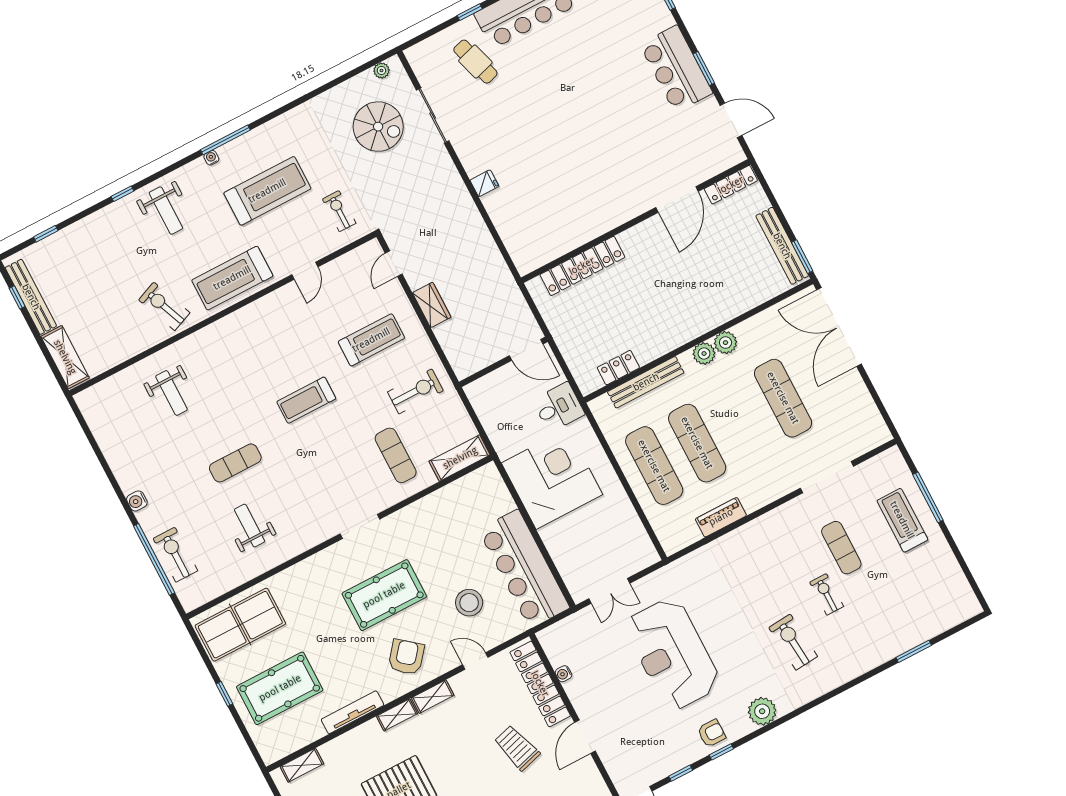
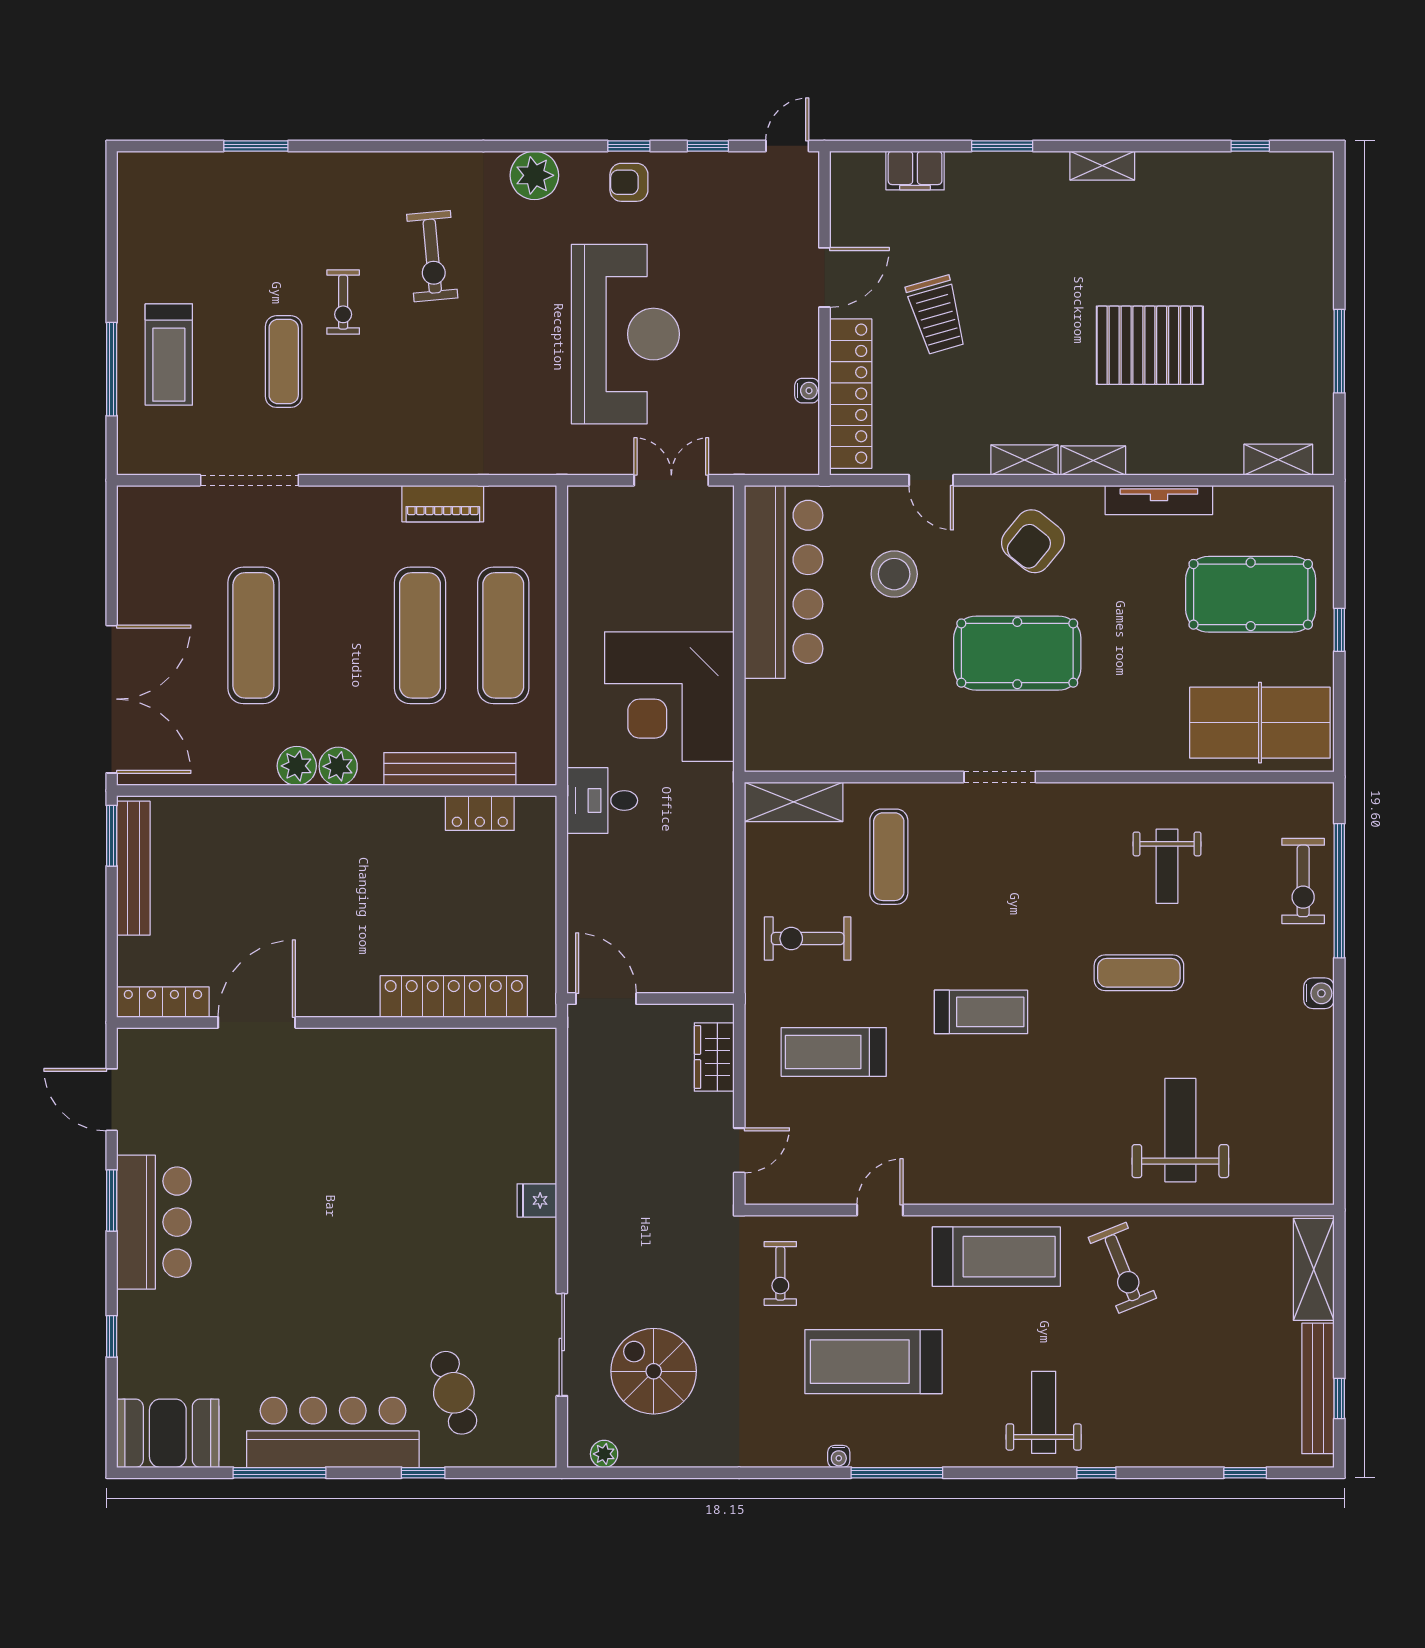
water cooler: (211, 158) -> (839, 1456), moved
door: (526, 350) -> (606, 999), moved
wall: (503, 362) -> (650, 999), moved
weight bench: (171, 393) -> (1180, 1130), width x1.36, depth x1.33

